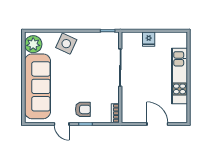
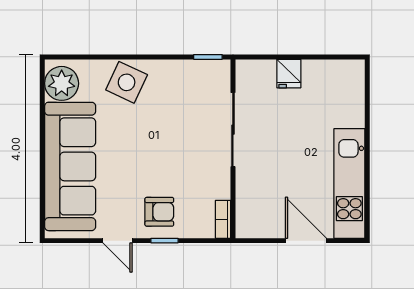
kitchen unit: (179, 76) -> (349, 183), moved

